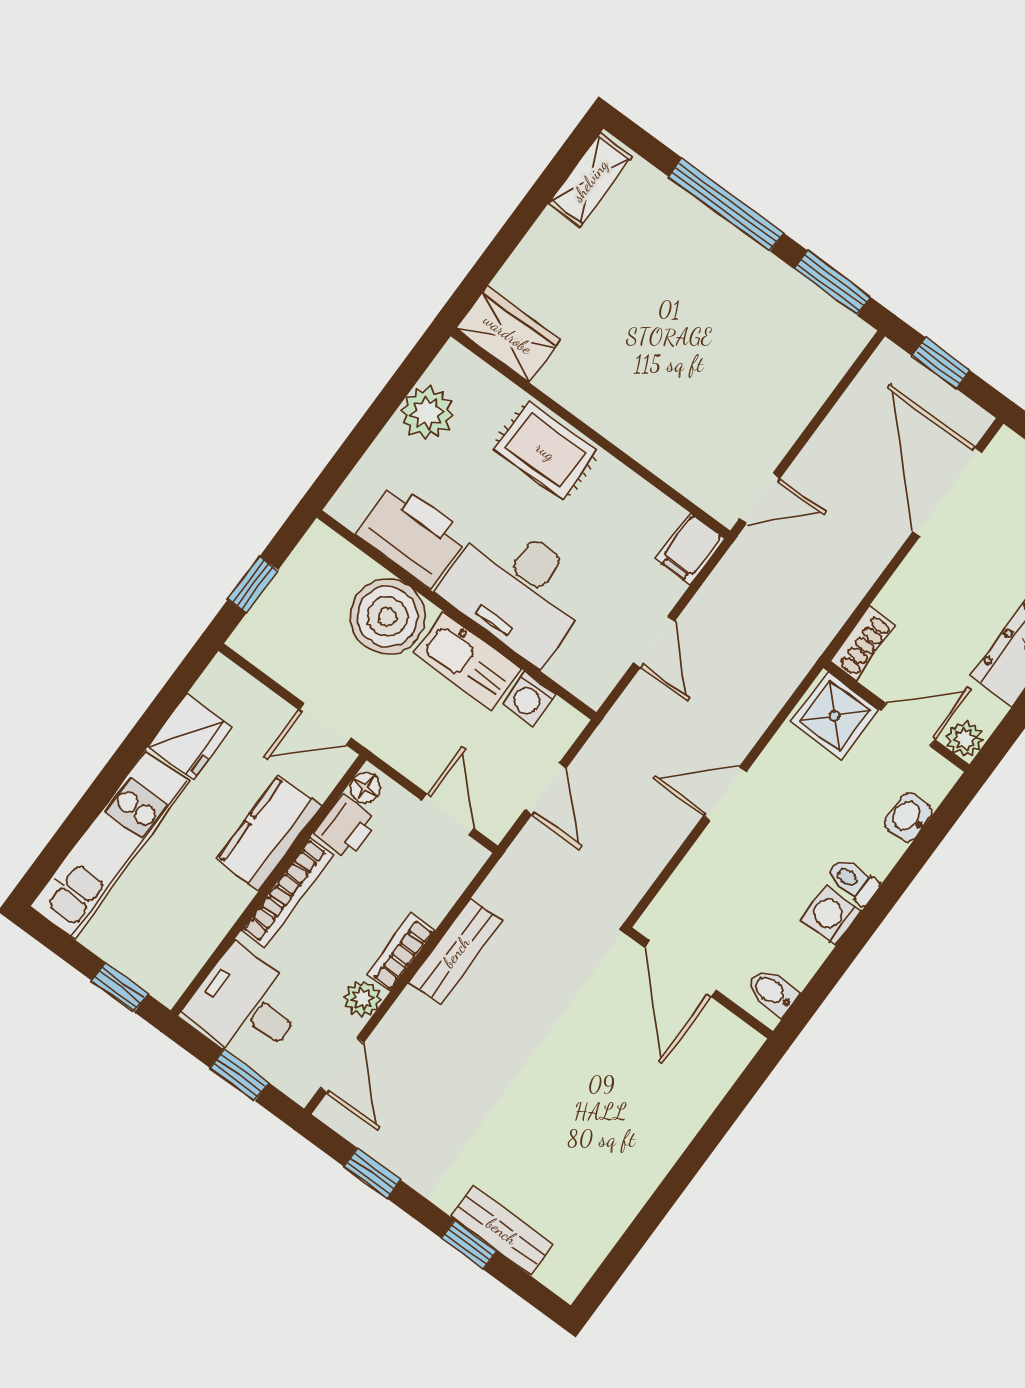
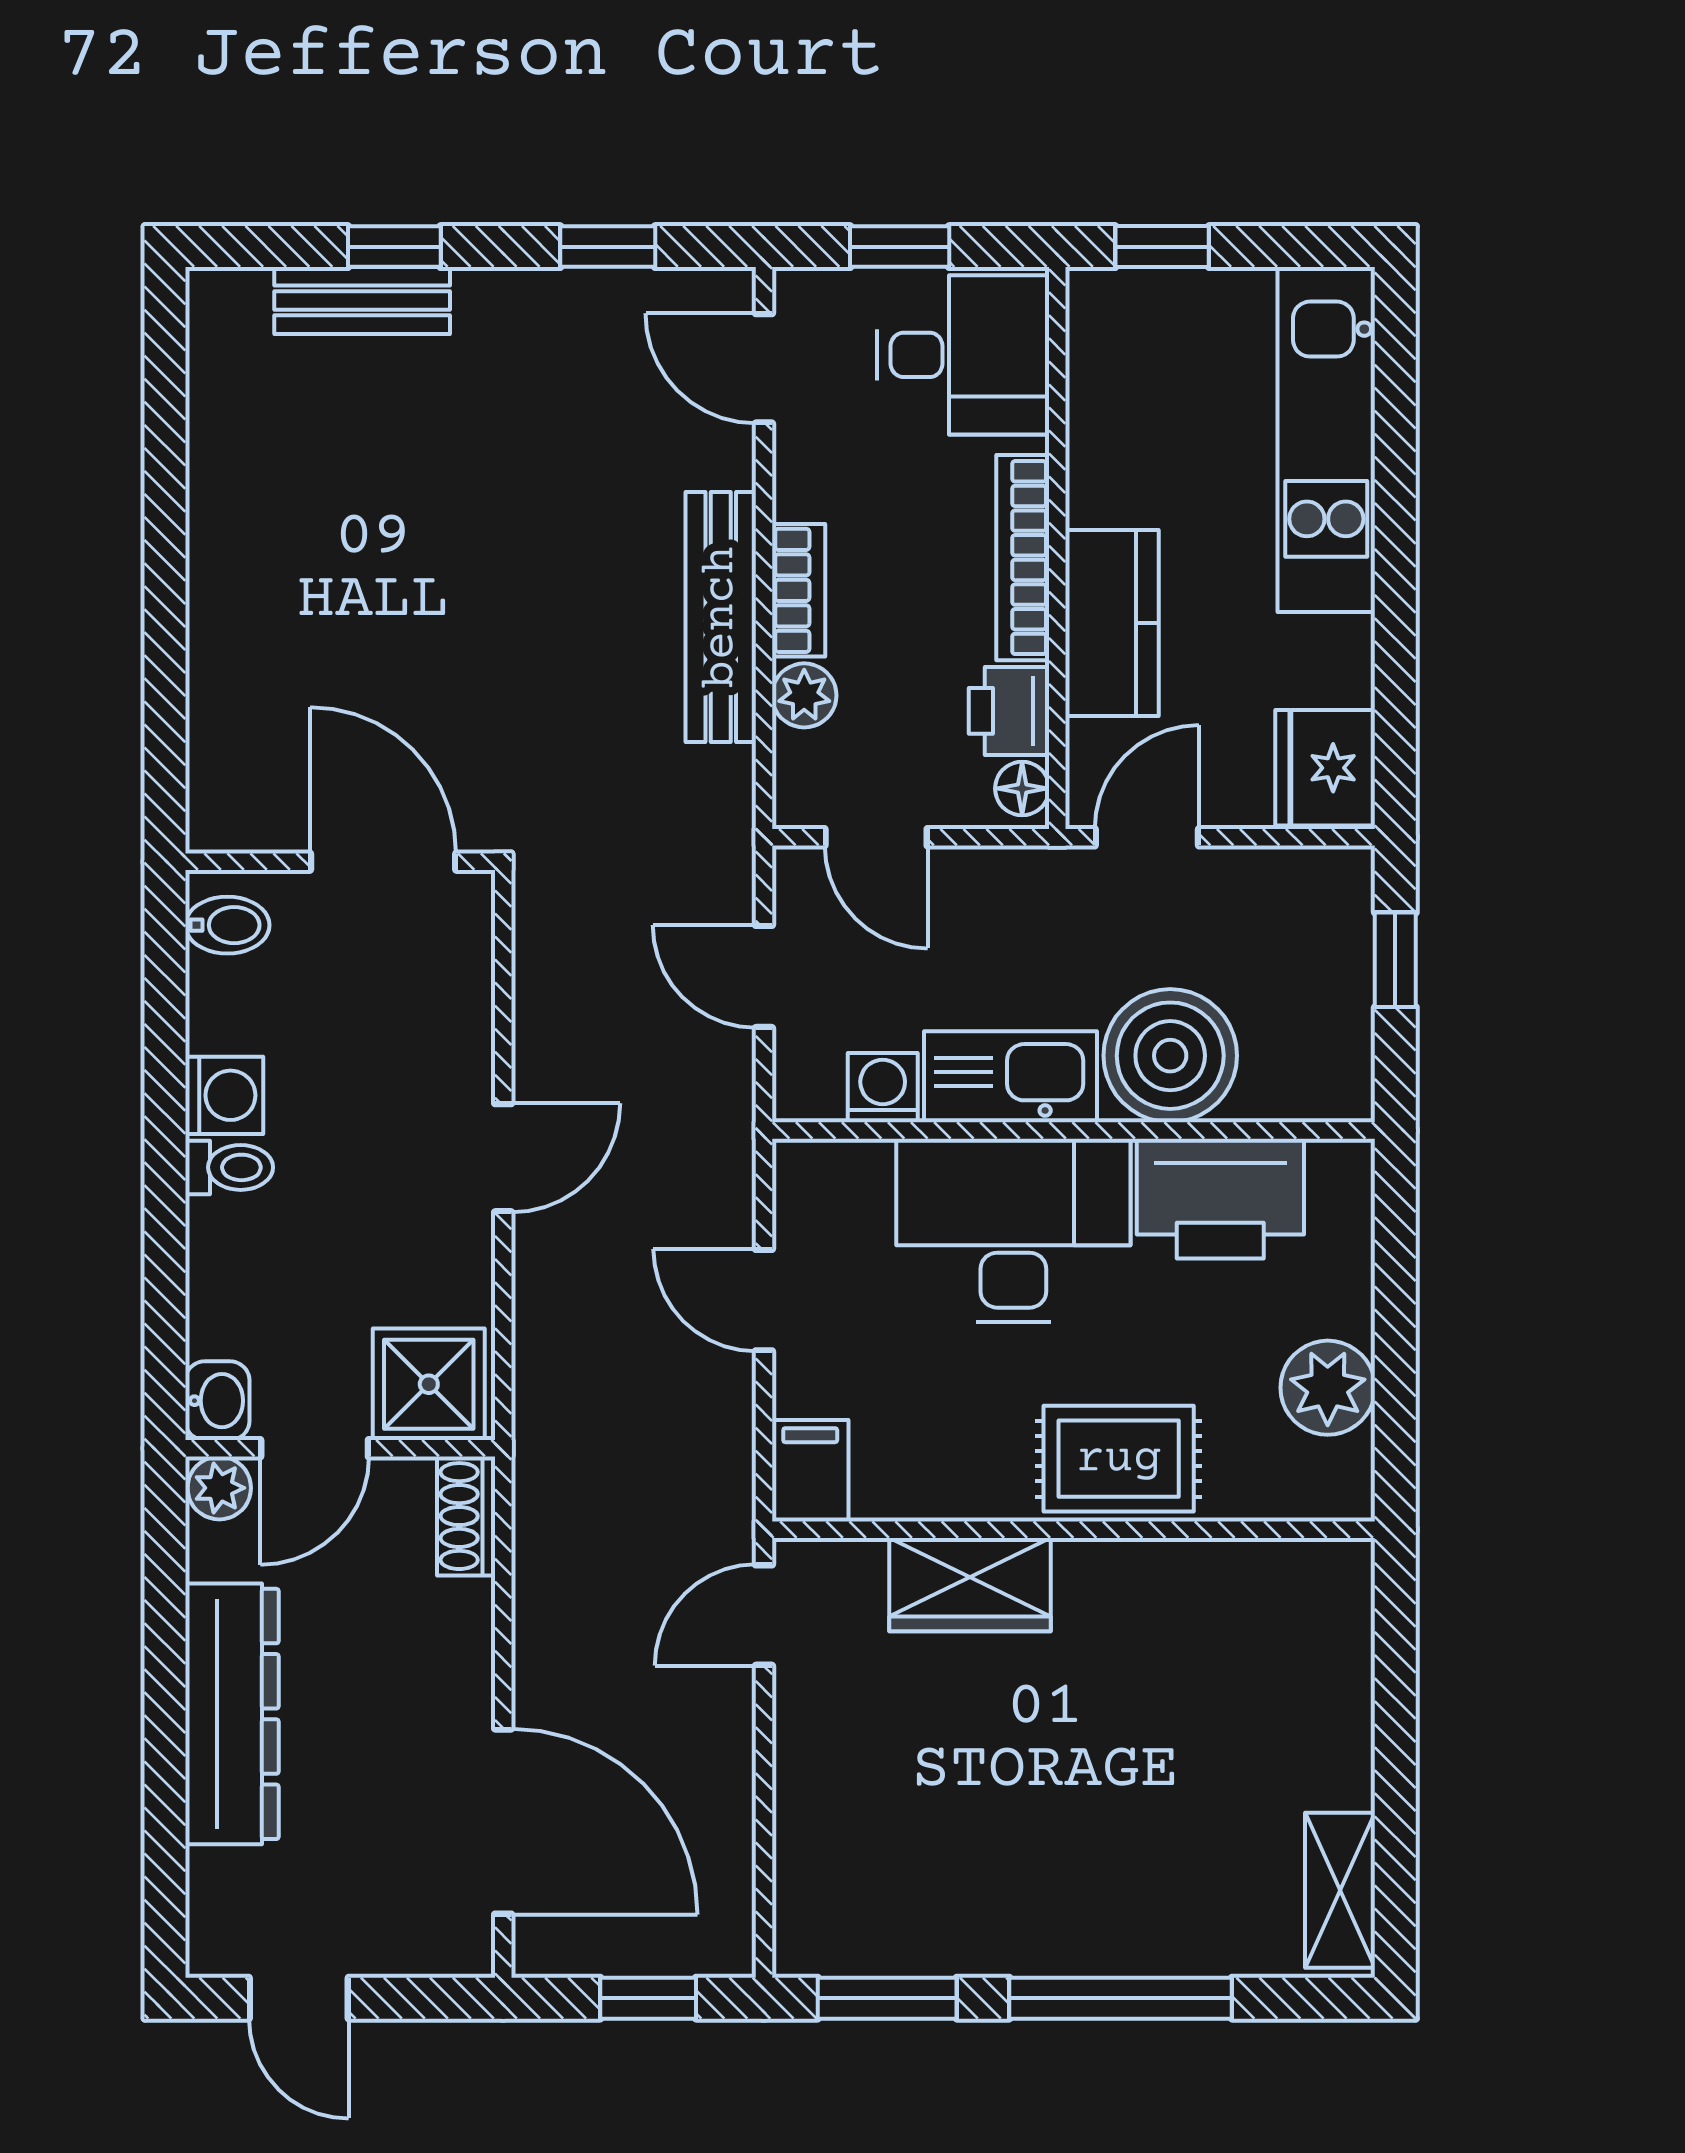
wardrobe: (508, 334) -> (970, 1585), moved
fridge: (190, 737) -> (1325, 768), moved
washbasin: (908, 817) -> (217, 1401), moved
bench: (456, 952) -> (721, 617), width x1.36
plant: (363, 999) -> (804, 695), moved

